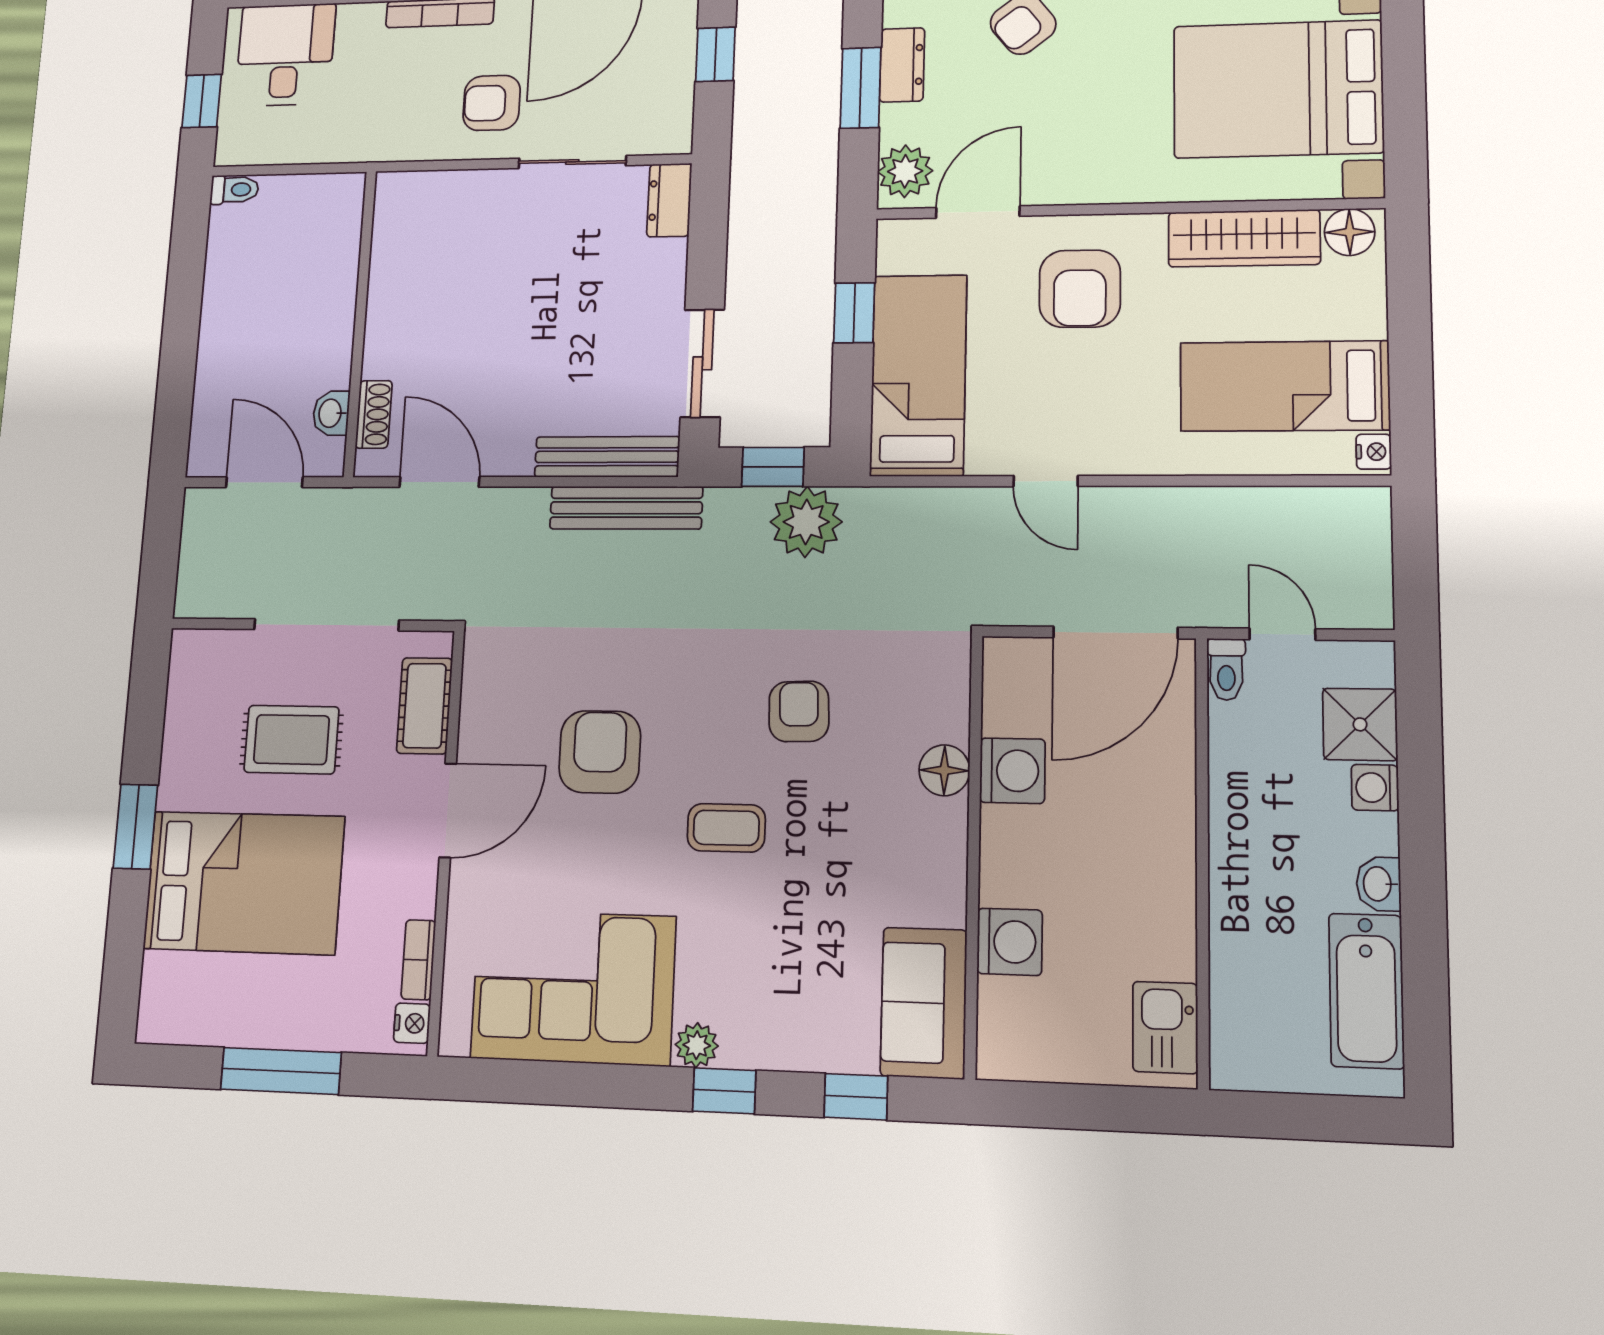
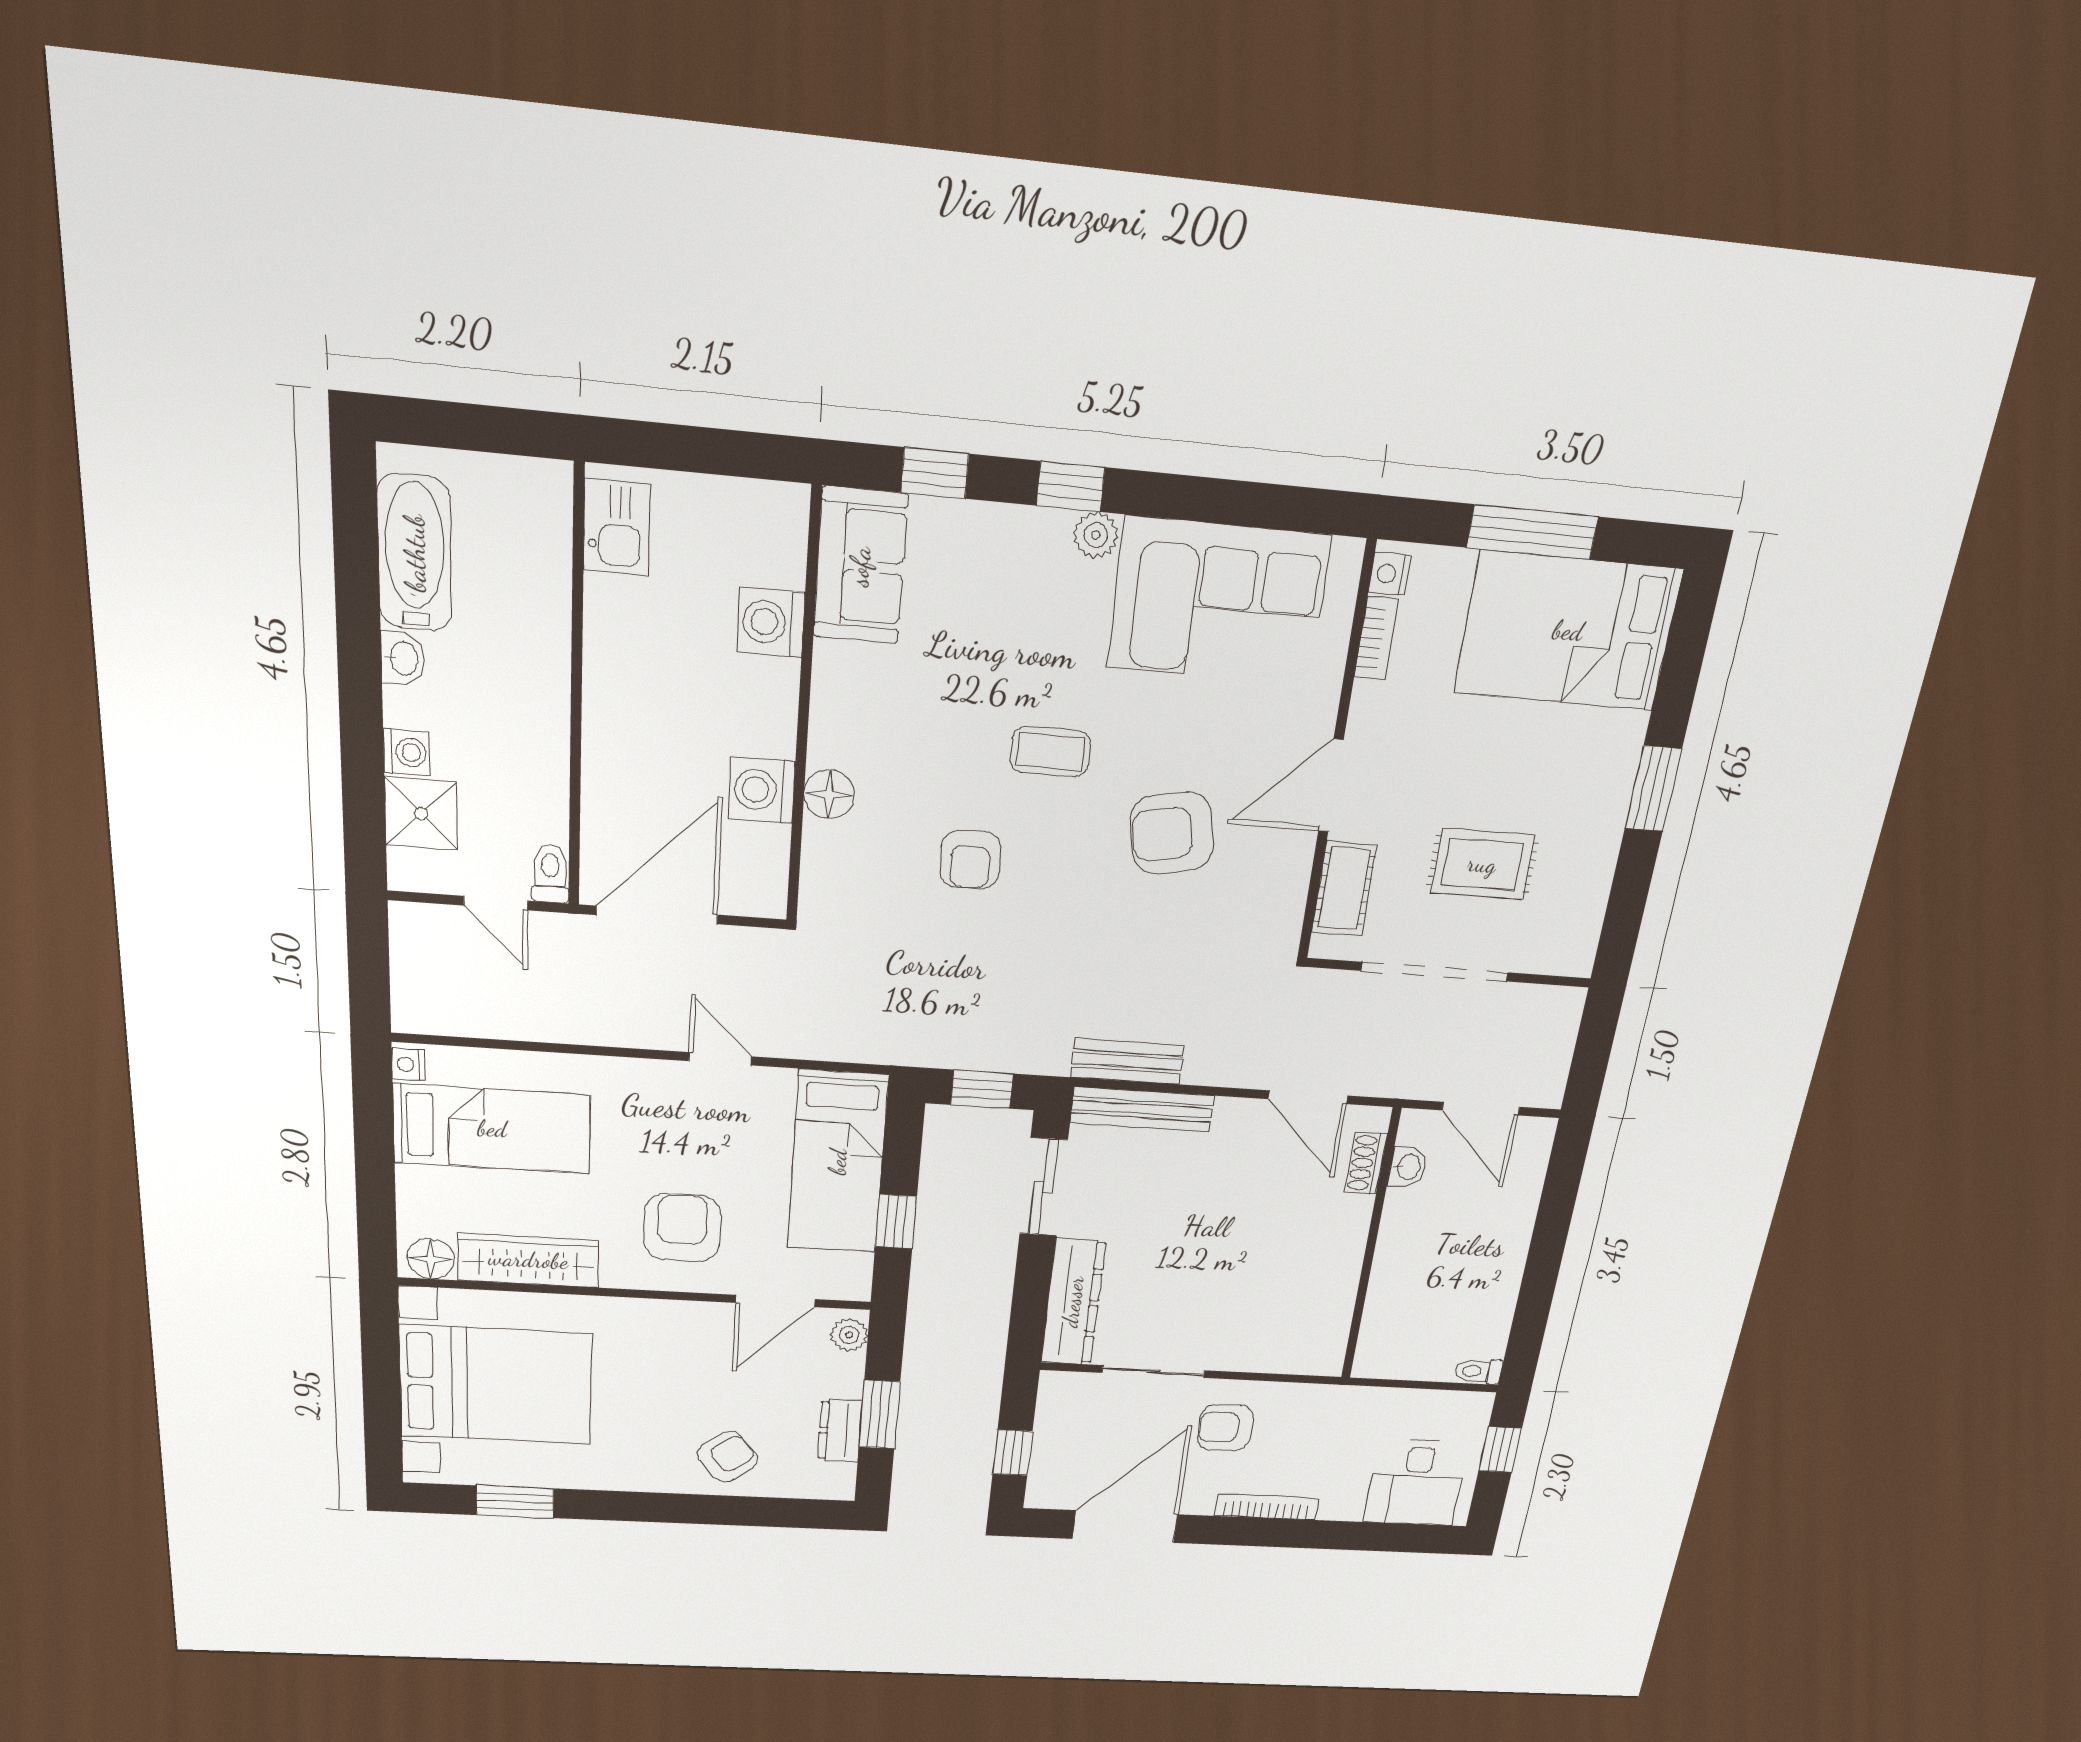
armchair: (492, 103) -> (1225, 1427), turned 180
plant: (905, 171) -> (849, 1335), width x0.73, depth x0.73
dresser: (669, 200) -> (1073, 1302), width x1.96, depth x1.24
bench: (626, 508) -> (1127, 1061), width x0.73
plant: (806, 522) -> (953, 1037), removed
armchair: (600, 752) -> (1172, 833), turned 79
bed: (244, 883) -> (1568, 631), moved

